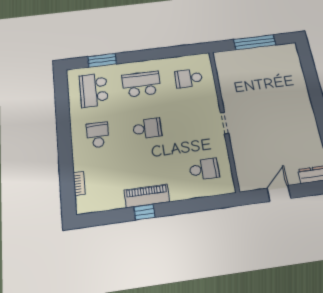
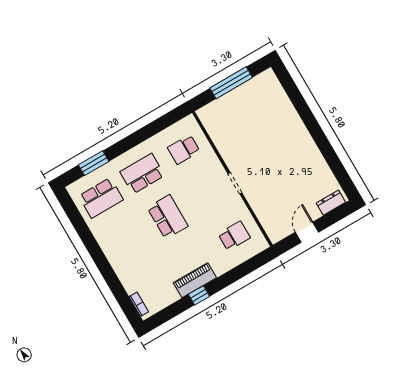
school desk: (94, 90) -> (101, 198), turned -90
school desk: (147, 128) -> (168, 217), width x1.85
school desk: (98, 135) -> (126, 241), removed
bookcase: (79, 184) -> (139, 304), moved

